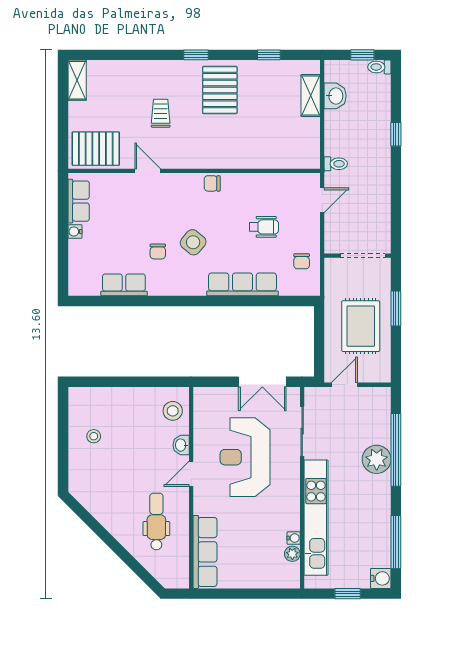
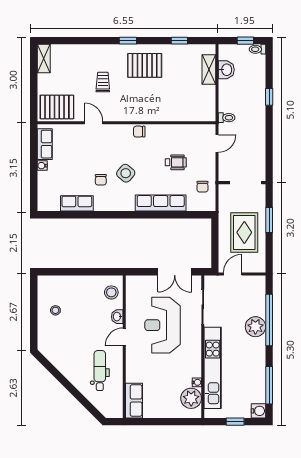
pallet: (220, 90) -> (145, 65), turned 90
row of seats: (205, 552) -> (134, 401), width x0.68
plant: (292, 554) -> (191, 398), width x1.87, depth x1.87

